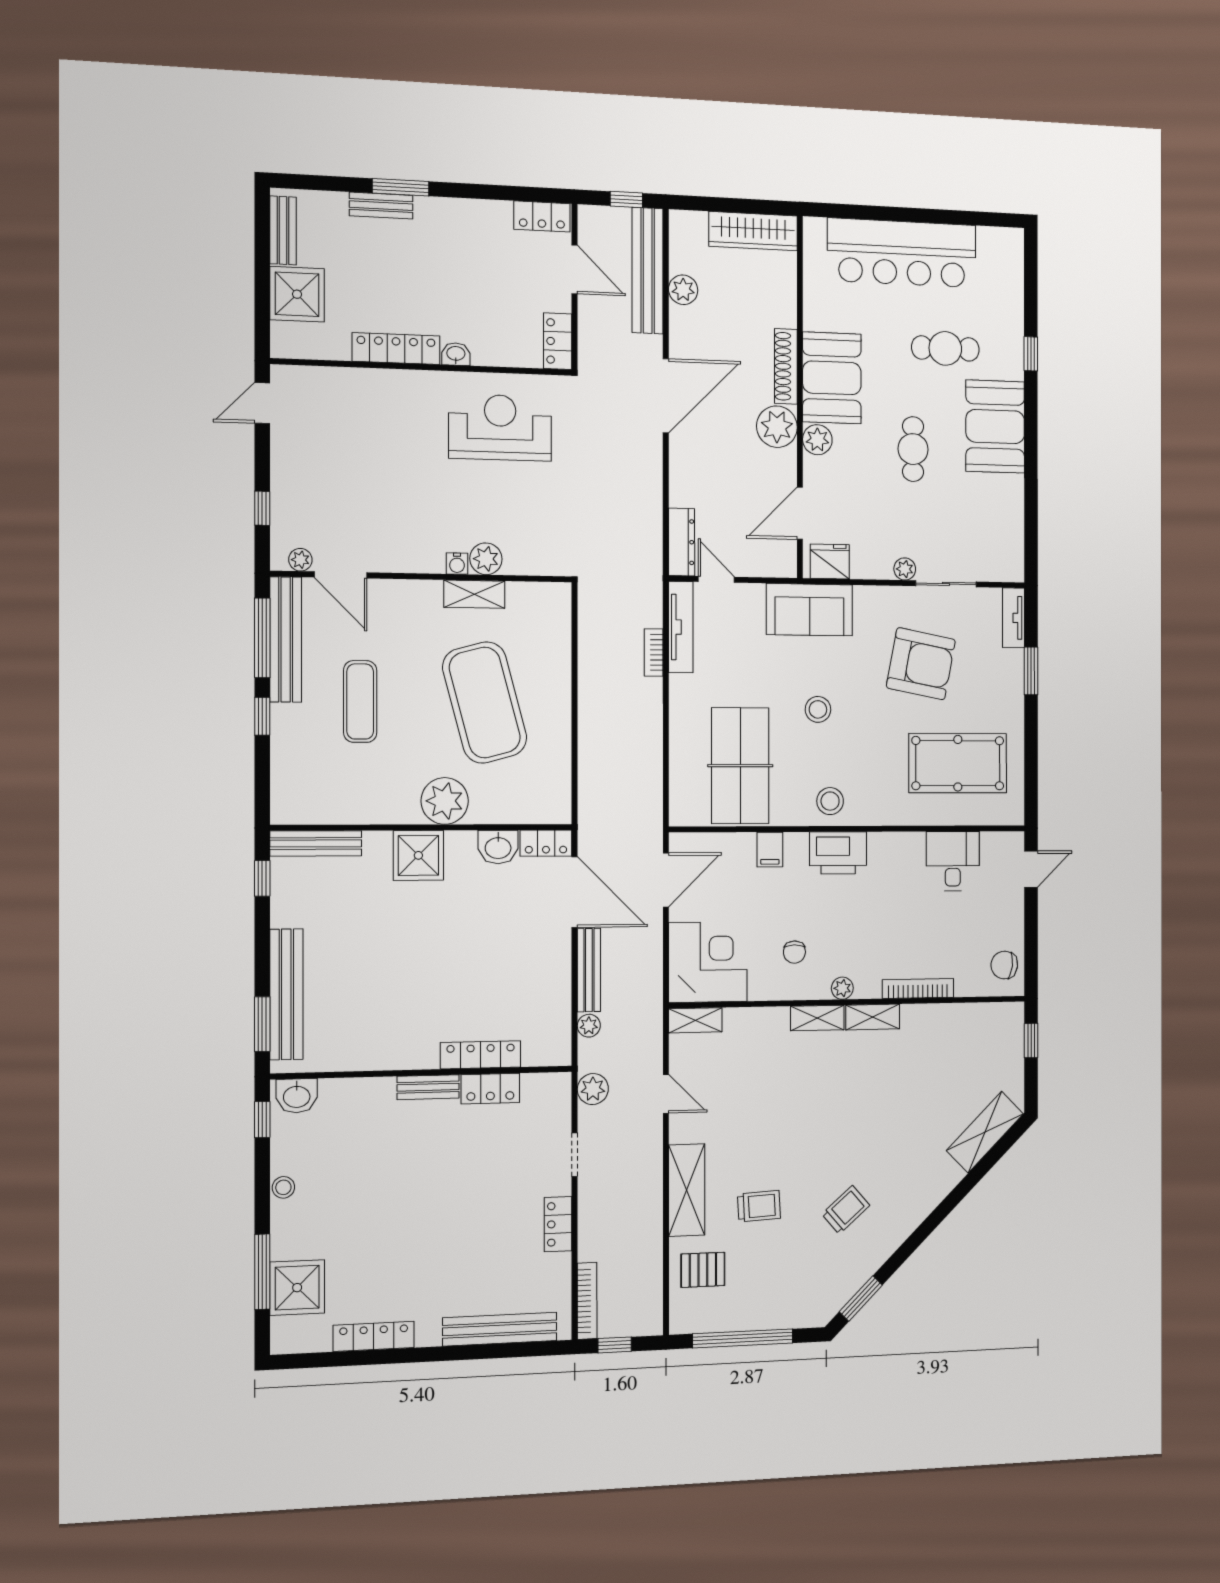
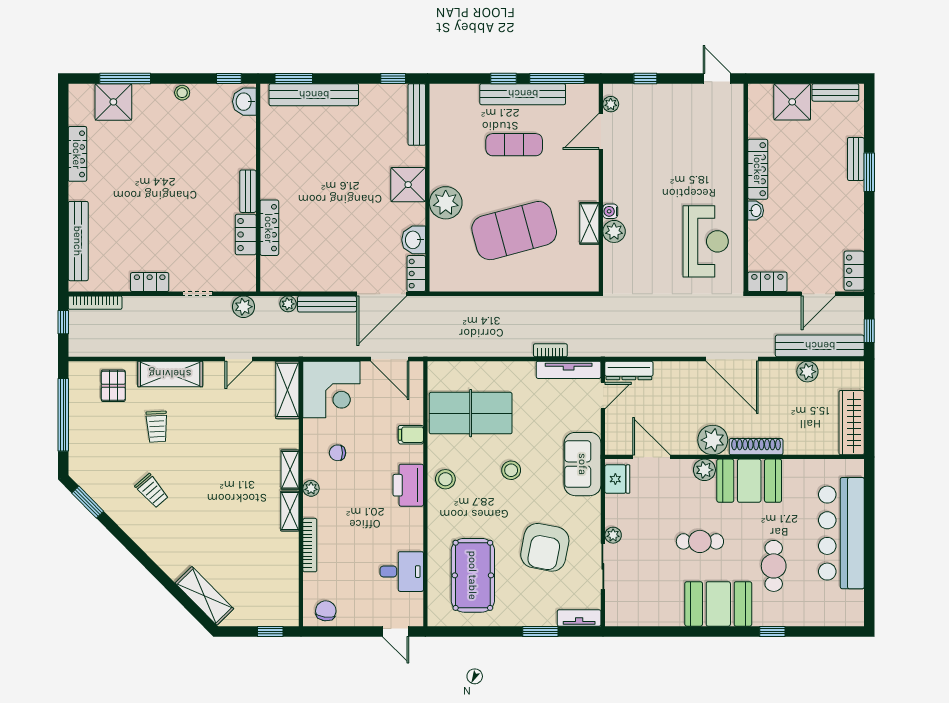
bench: (286, 640) -> (523, 94), moved
shelving: (695, 1020) -> (287, 390), width x1.50, depth x1.33

